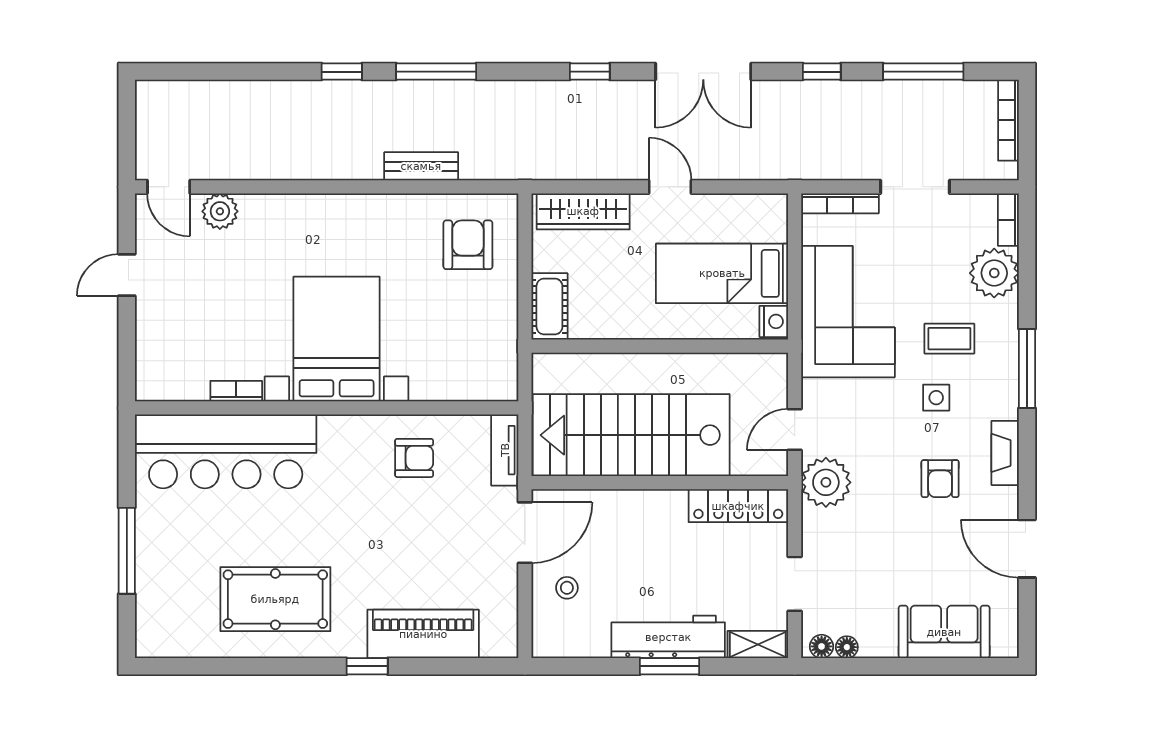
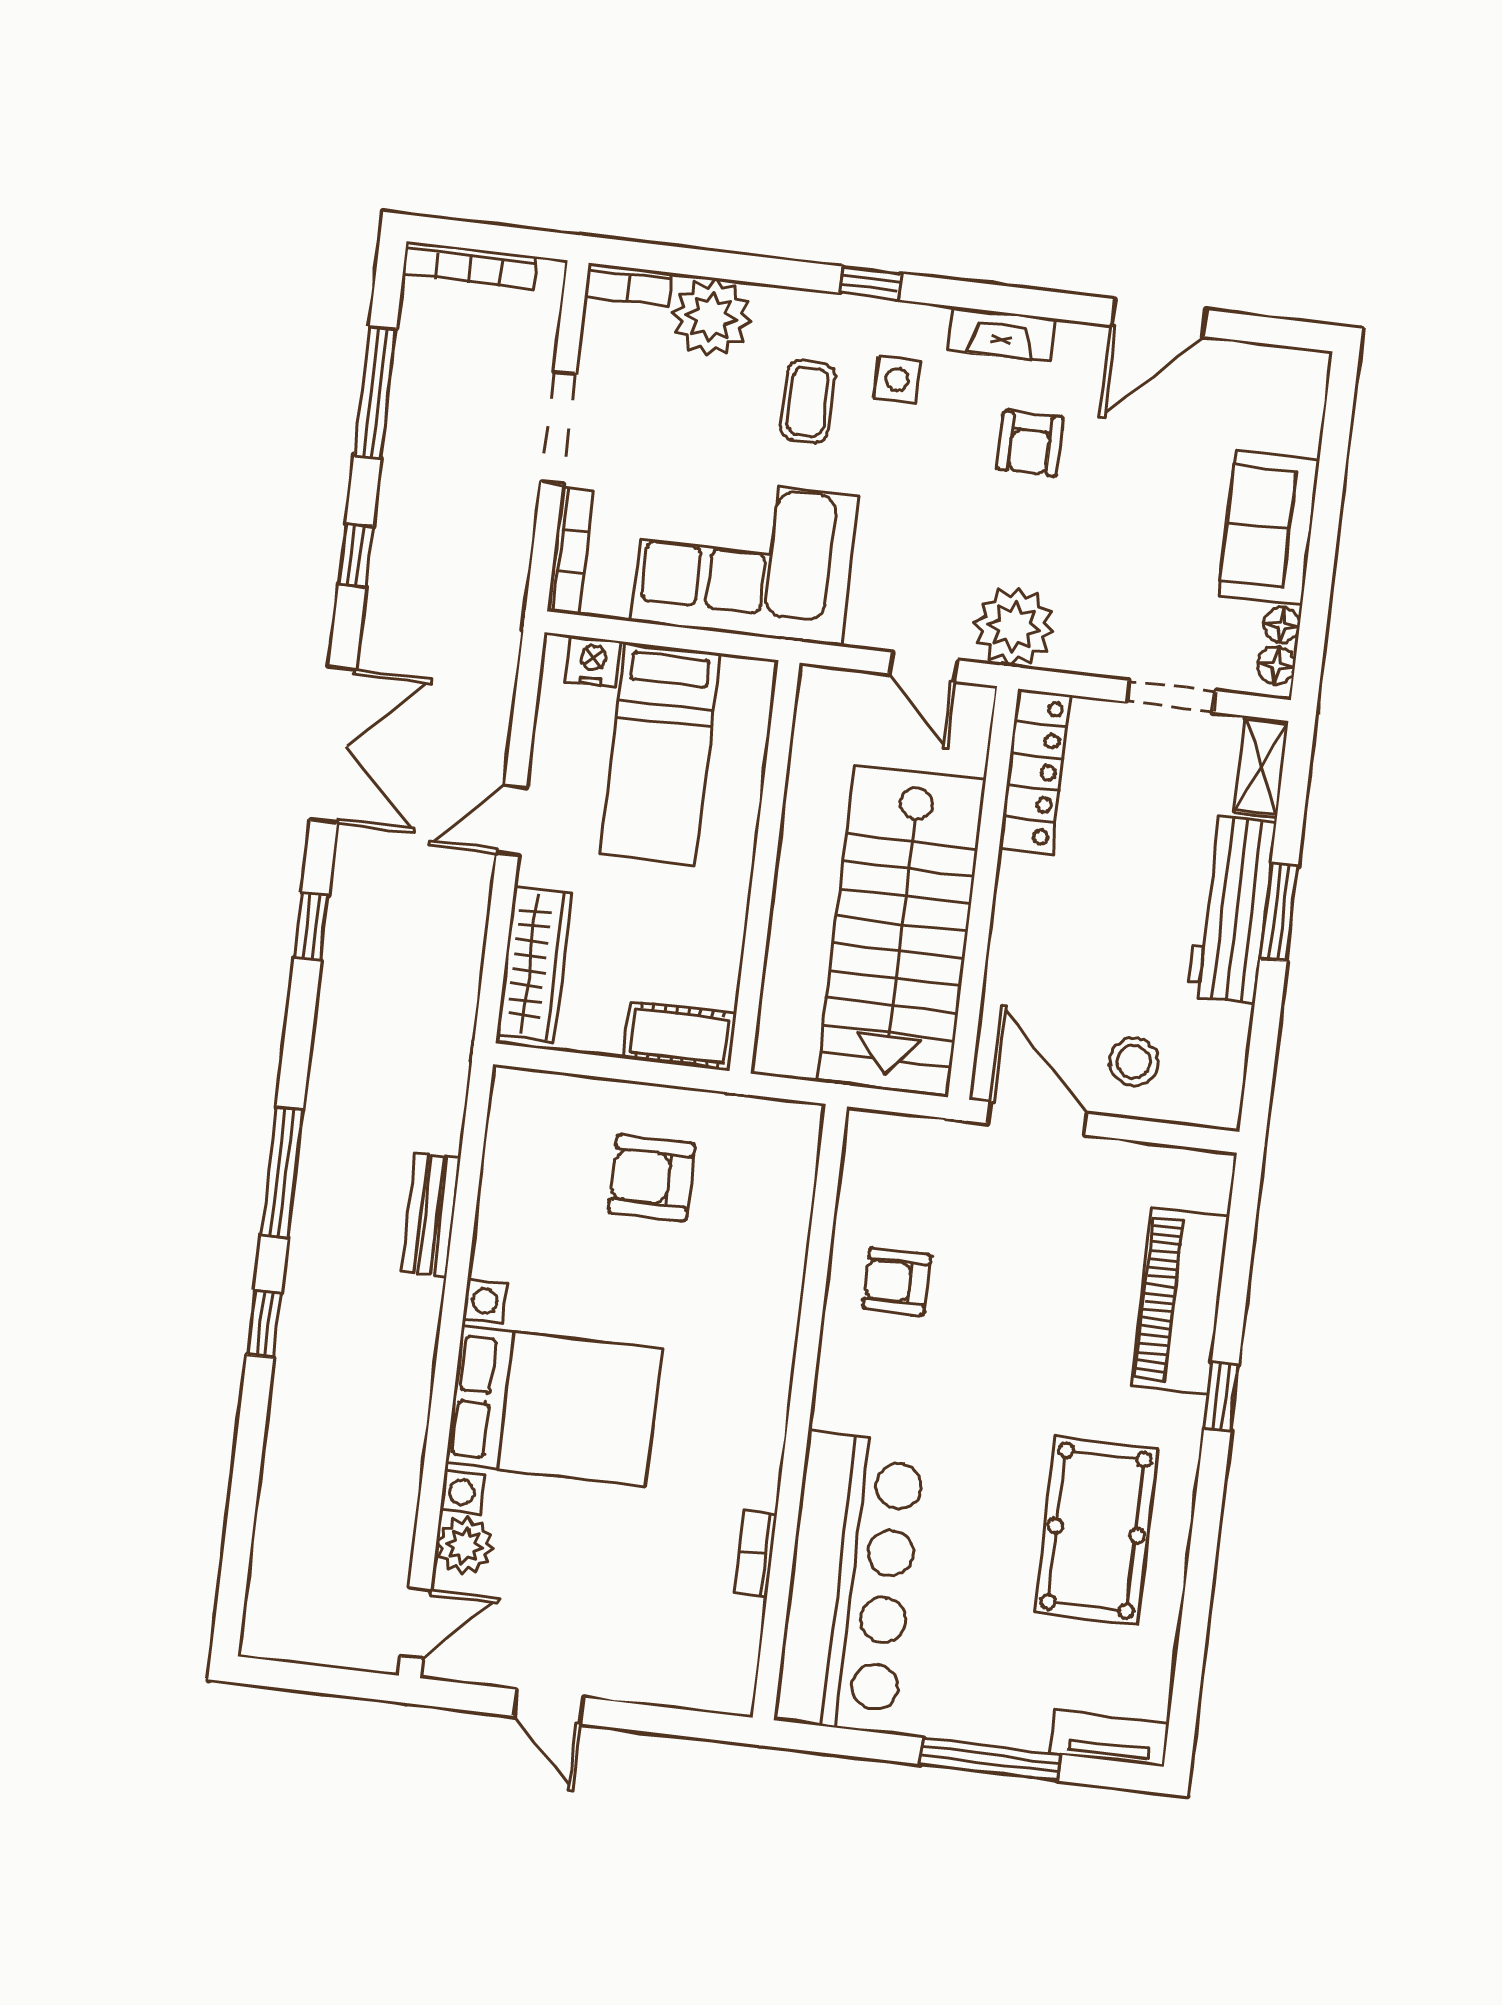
armchair: (468, 245) -> (652, 1178), moved
nightstand: (774, 321) -> (593, 661), moved
bed with nightstands: (337, 339) -> (554, 1406), moved, turned 180
window: (1027, 368) -> (870, 283), width x0.46
side table: (936, 398) -> (897, 380), moved
tv unit: (505, 450) -> (1109, 1738), moved, turned 180
armchair: (414, 458) -> (897, 1282), turned -90
armchair: (940, 479) -> (1030, 443), turned 90
stool: (567, 588) -> (1134, 1062), width x1.37, depth x1.37
sofa: (944, 632) -> (1269, 527), moved

